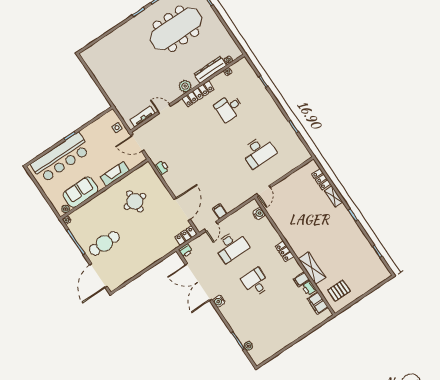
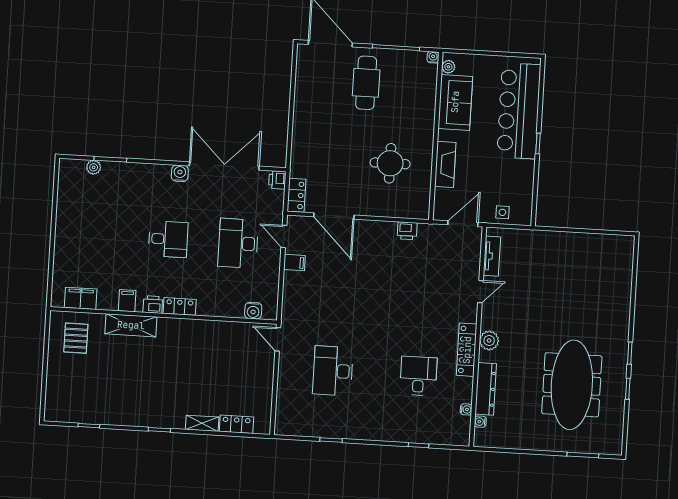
printer: (309, 288) -> (153, 304), moved

